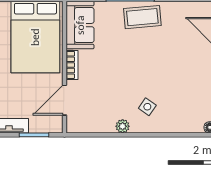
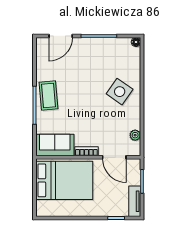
side table: (147, 107) -> (120, 92), width x1.87, depth x1.87
plant: (123, 126) -> (135, 135), moved

